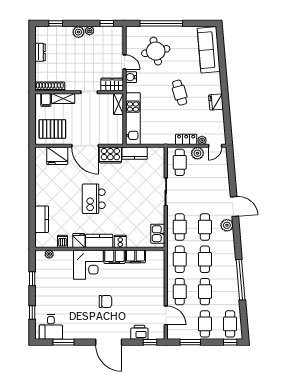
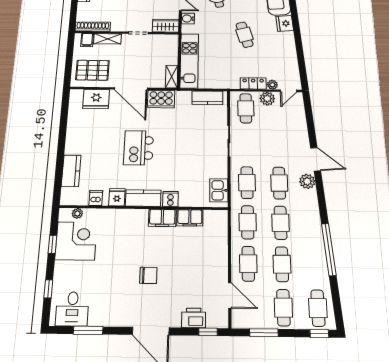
fridge: (216, 102) -> (285, 23), moved
shelving: (118, 104) -> (172, 77), moved
kitchen counter: (135, 153) -> (207, 98), moved
corner desk: (88, 265) -> (76, 241), moved, turned -90

